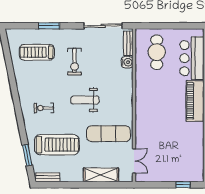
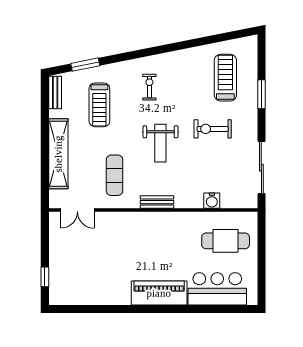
bench: (128, 43) -> (157, 202), moved
weight bench: (85, 100) -> (160, 143), turned 180
exercise mat: (108, 134) -> (114, 175), width x0.73, depth x0.69
treadmill: (57, 145) -> (99, 105), width x0.73, depth x0.73
shelving: (101, 175) -> (58, 154), width x1.47

